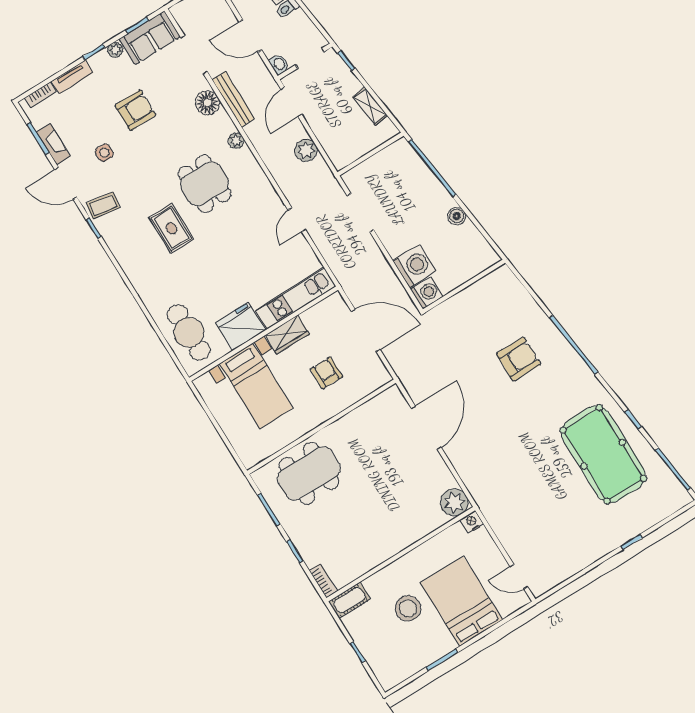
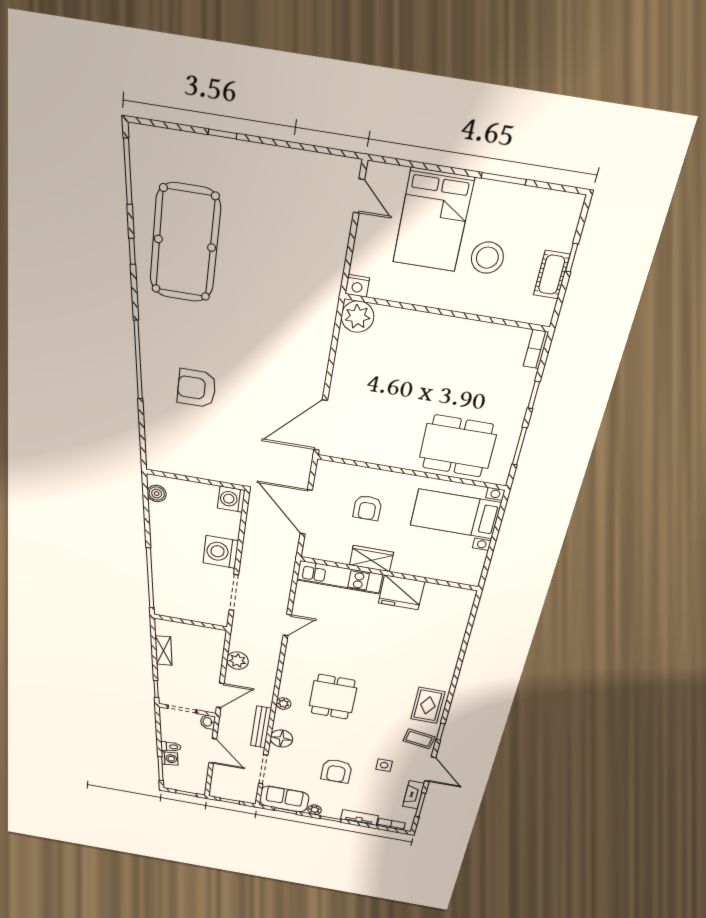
armchair: (135, 110) -> (336, 771), turned -90
boiler: (457, 216) -> (157, 494), moved
rug: (171, 228) -> (428, 705), moved
washing machine: (414, 266) -> (221, 552), moved
cafe table: (189, 332) -> (444, 619), removed
bed with nightstands: (256, 386) -> (456, 514), moved, turned -90
door: (426, 428) -> (321, 425), moved
cot: (349, 600) -> (552, 275), moved, turned 90

